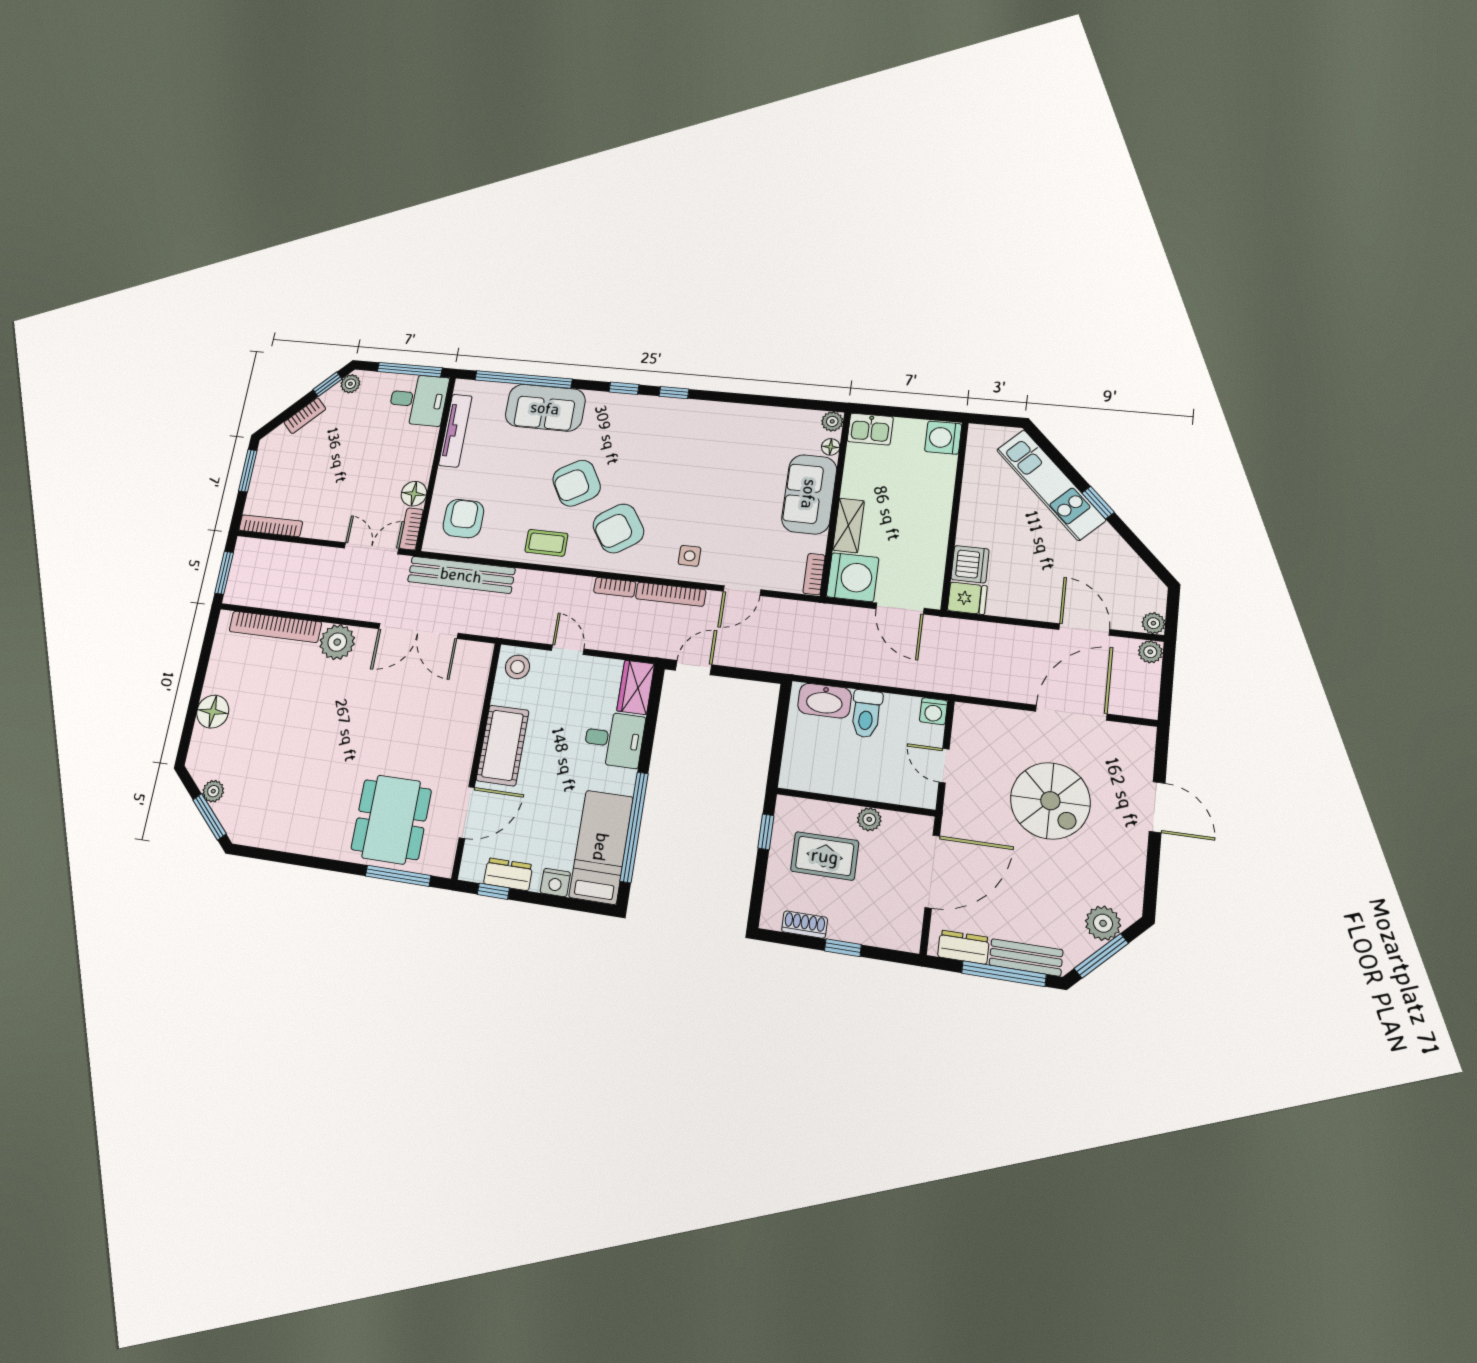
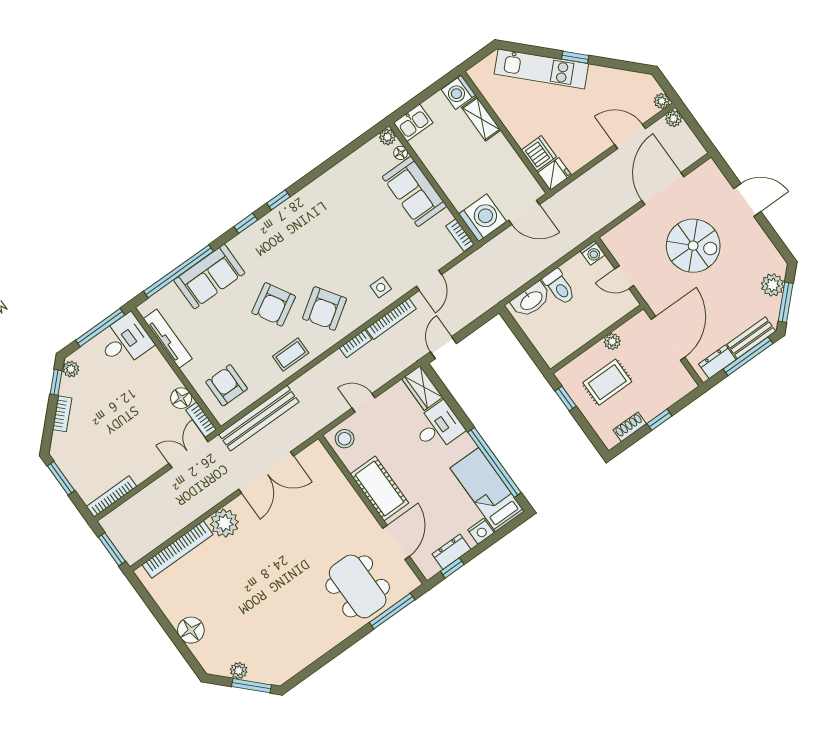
shelving: (848, 525) -> (481, 119), moved

